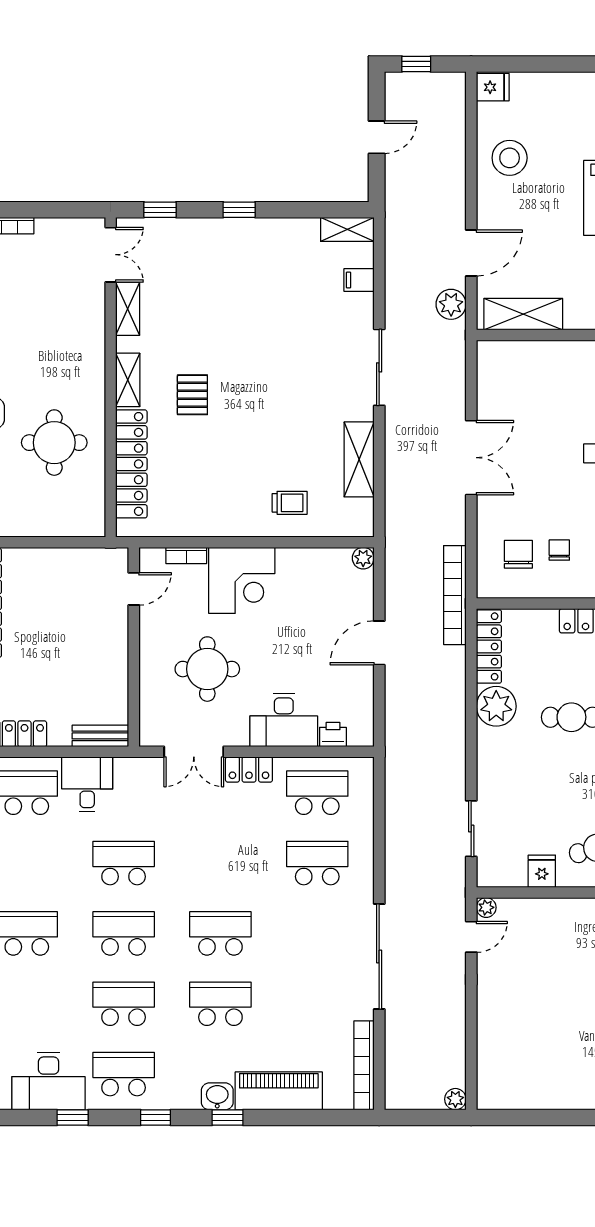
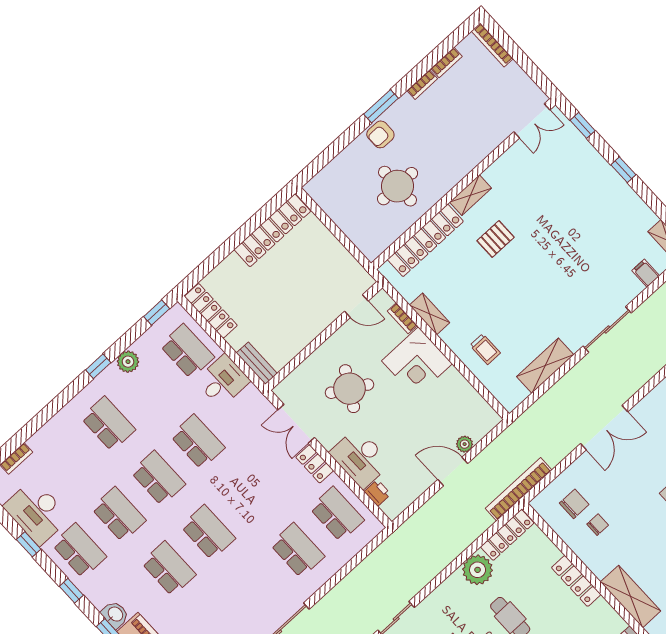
shelving: (128, 309) -> (430, 314), moved, turned 90
plant: (363, 558) -> (465, 444), moved
round table: (207, 669) -> (349, 389), turned 30

